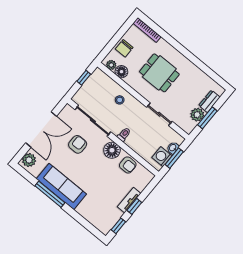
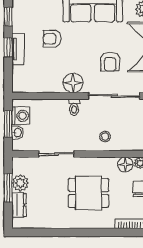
armchair: (128, 165) -> (52, 39), moved

